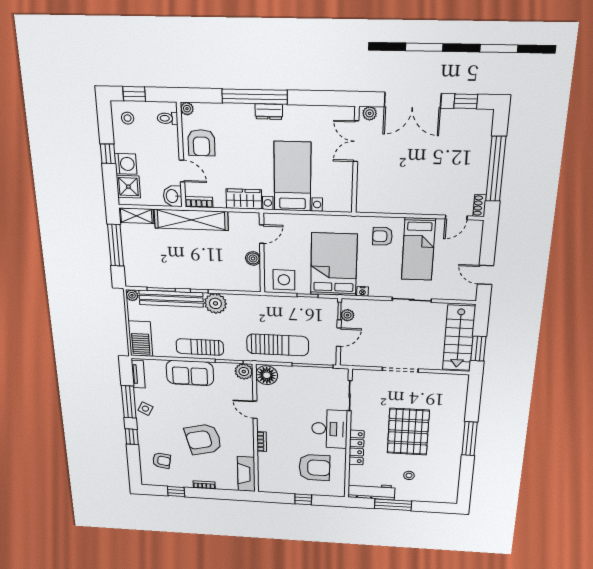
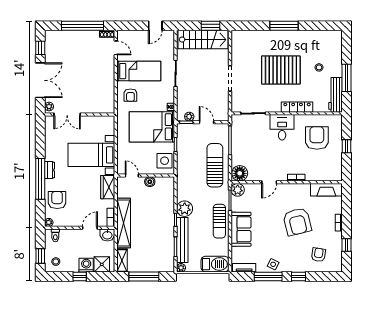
armchair: (201, 143) -> (57, 200), moved, turned -90
desk: (330, 429) -> (282, 127), width x0.73

